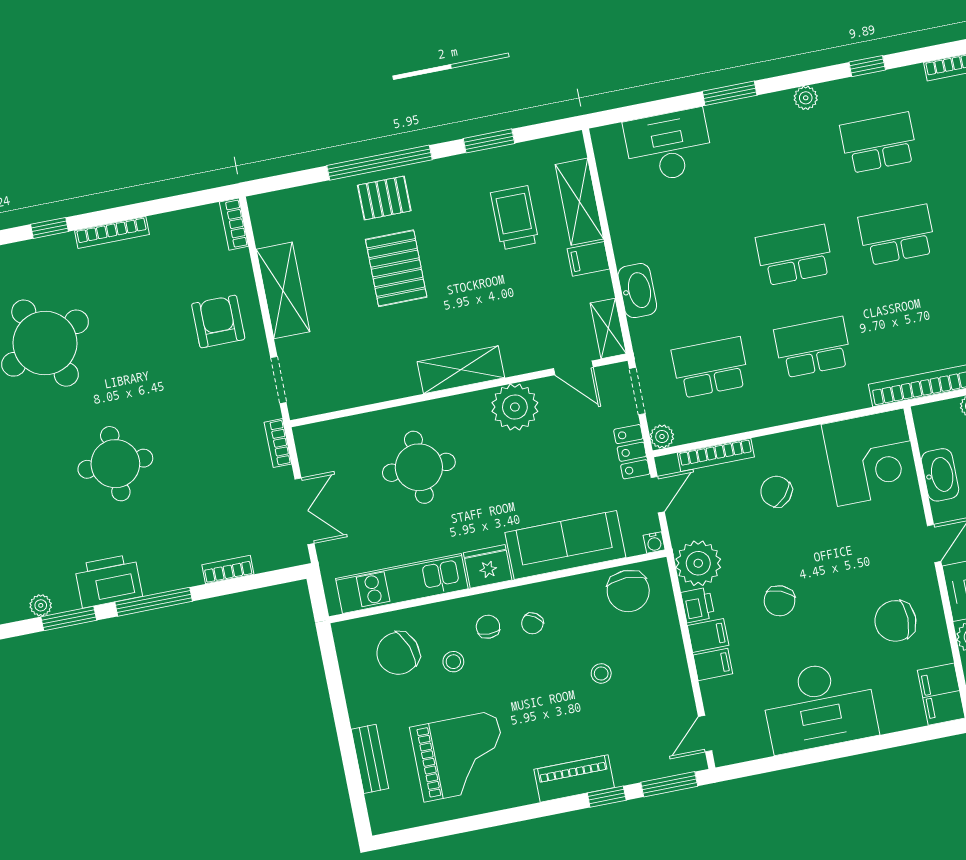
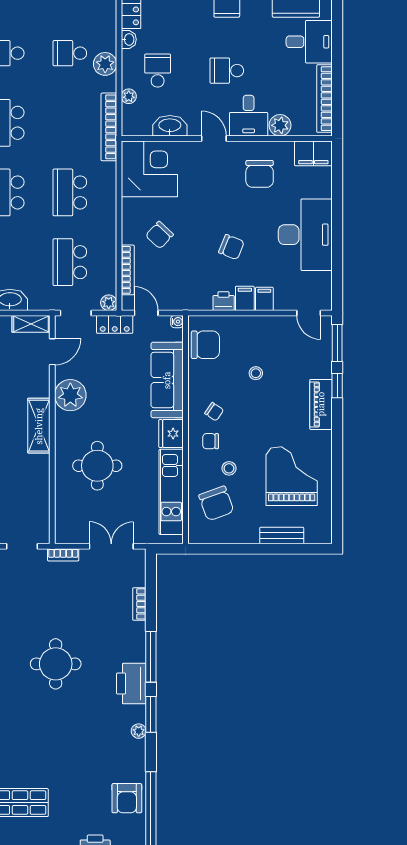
plant: (698, 563) -> (196, 295), removed

